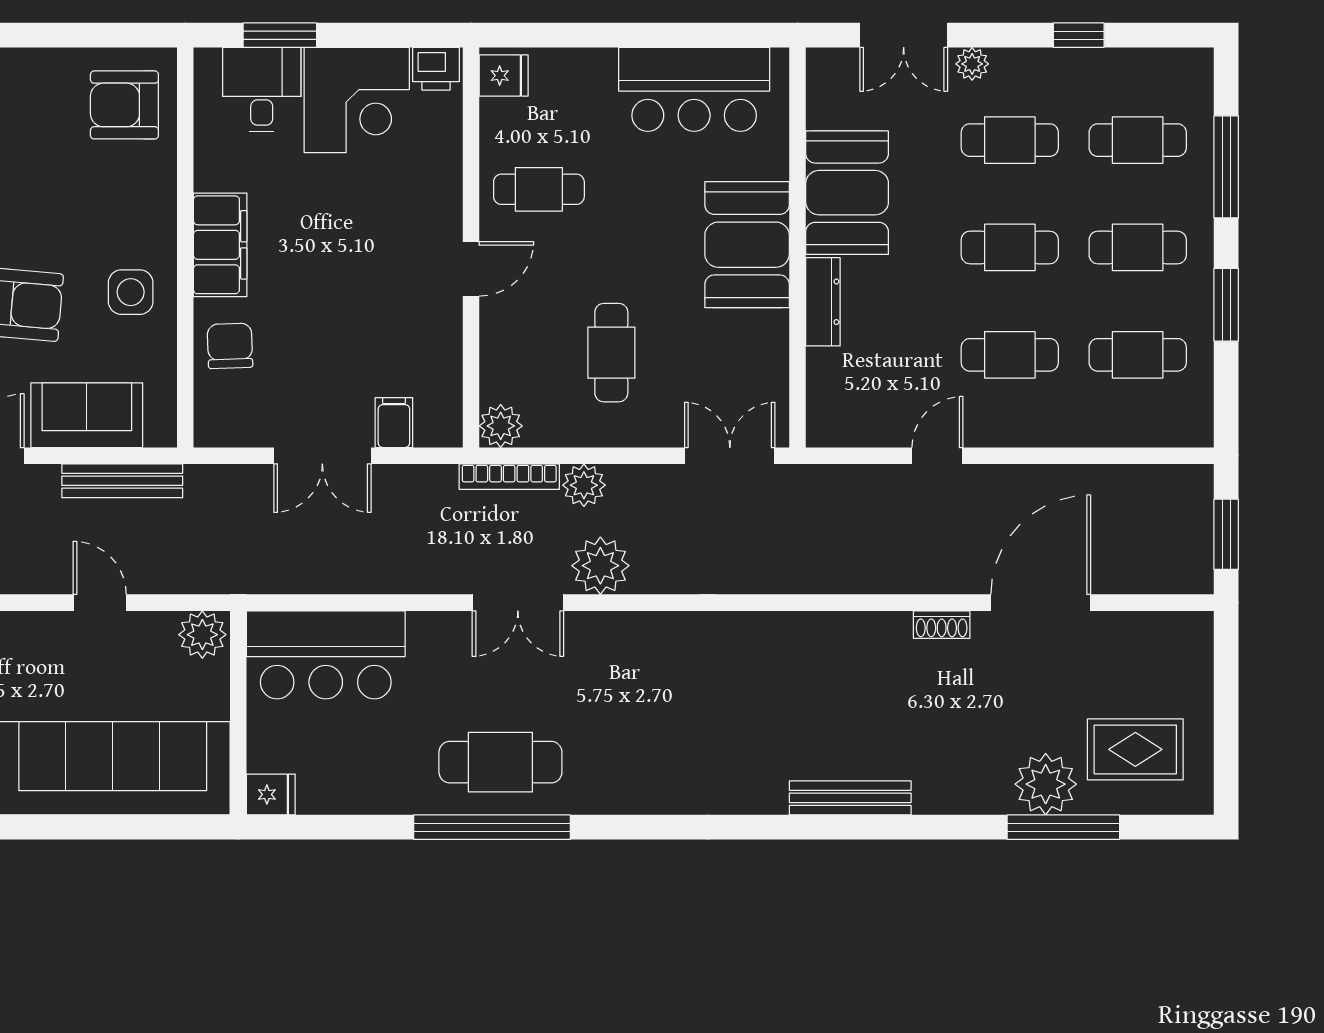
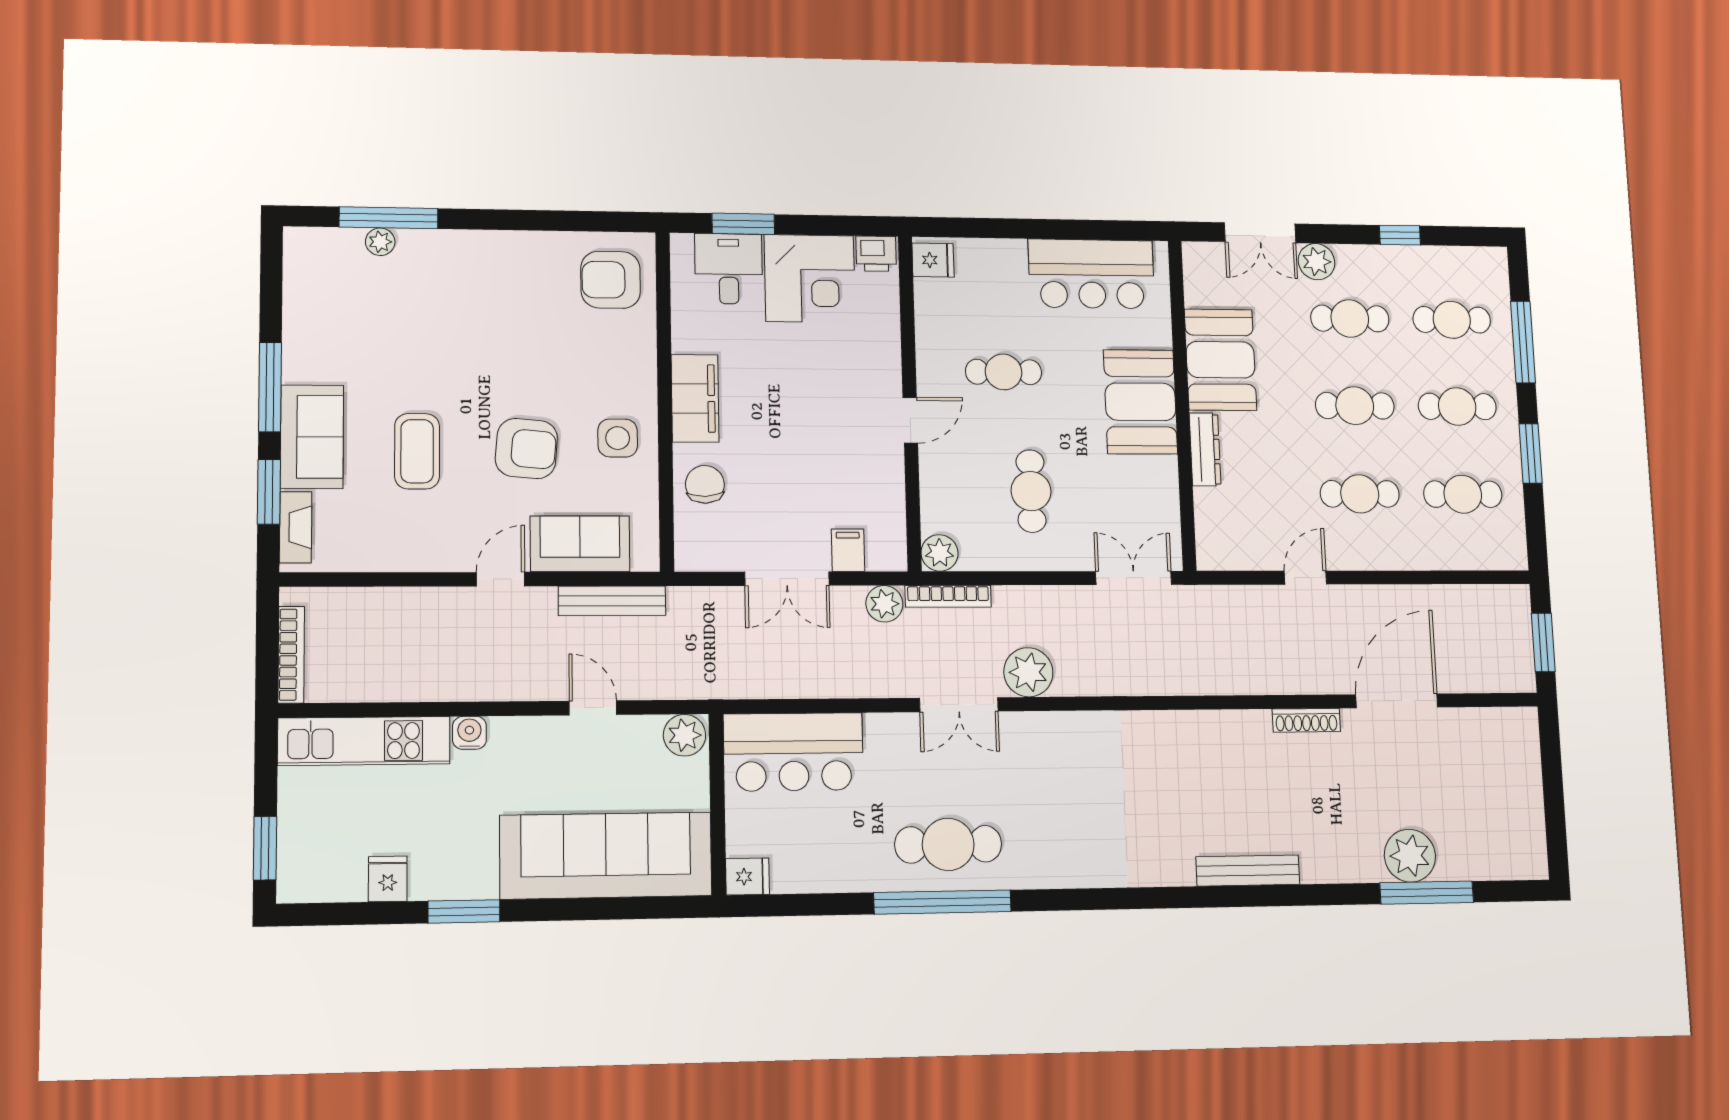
plant: (972, 64) -> (1317, 262), width x1.38, depth x1.38
cafe table: (539, 189) -> (1004, 372), moved
plant: (584, 485) -> (884, 604), moved
shoe rack: (942, 625) -> (1306, 720), width x1.43
rug: (1135, 749) -> (1482, 825), removed

